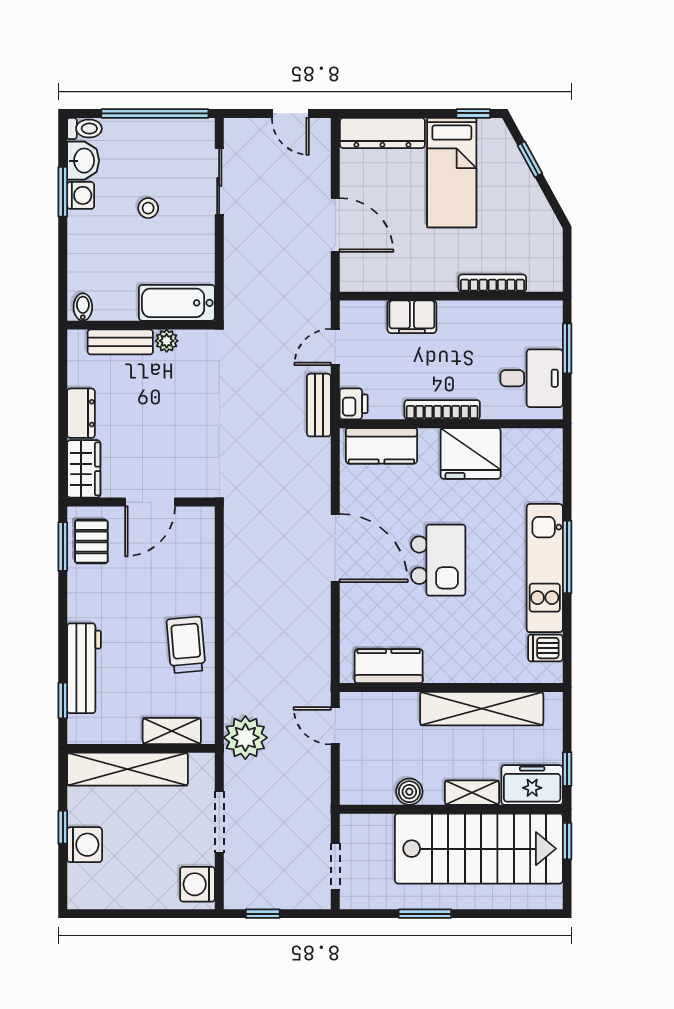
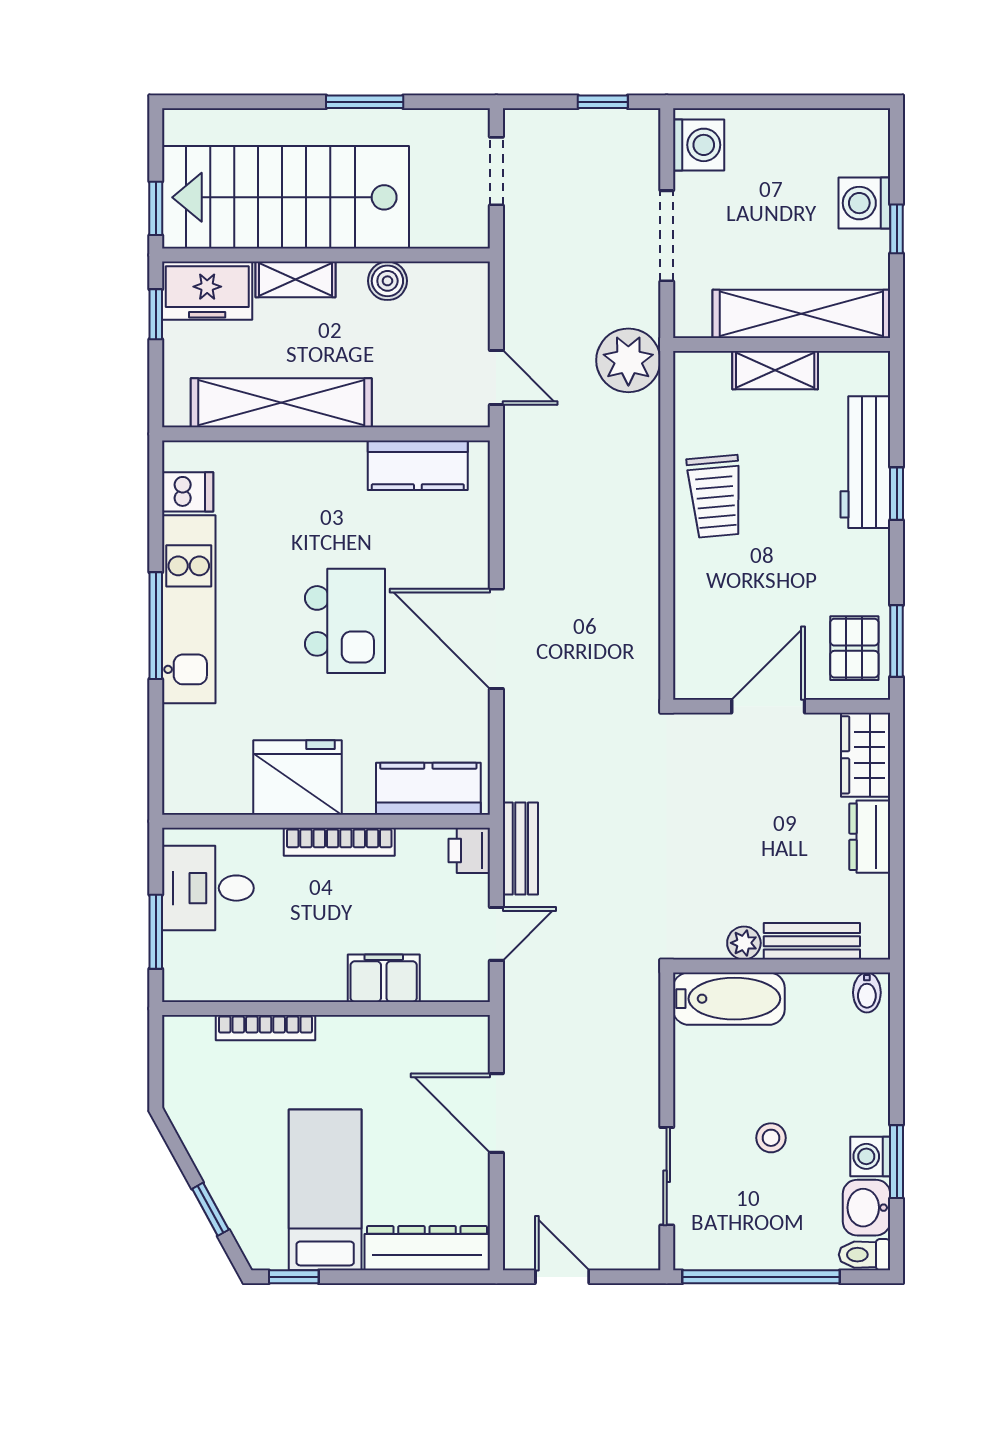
kitchen island: (438, 560) -> (345, 621), turned 180
window: (63, 700) -> (897, 494), moved
shelving: (172, 731) -> (775, 370), moved

